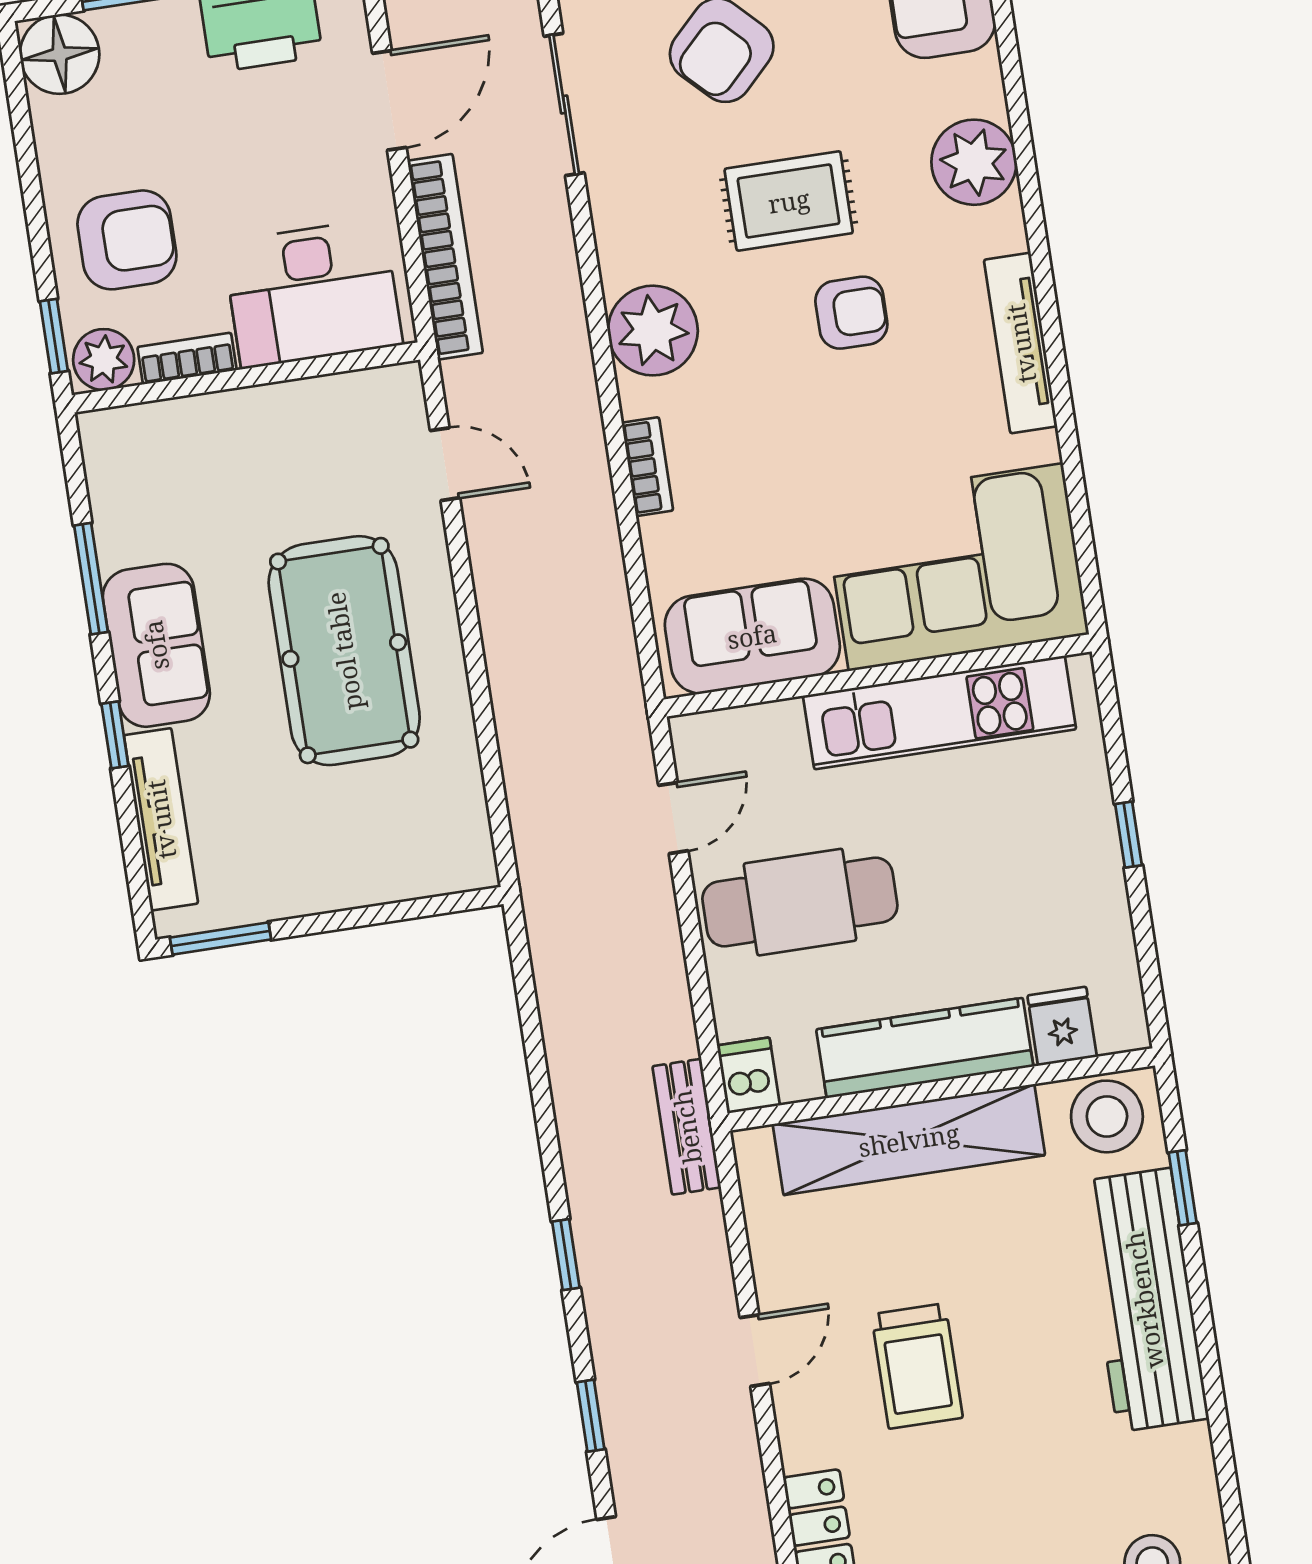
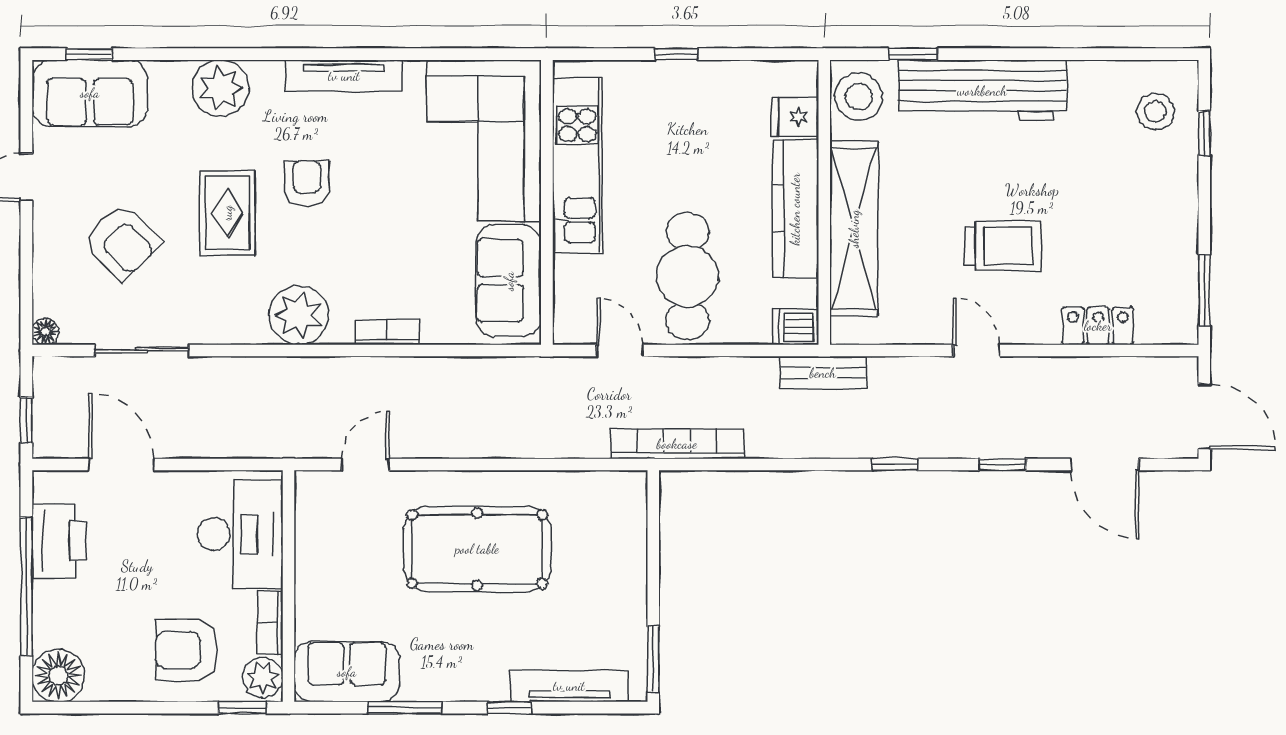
armchair: (127, 240) -> (187, 650), turned -90
bookcase: (445, 257) -> (677, 444), moved
sofa: (156, 645) -> (347, 672), moved

